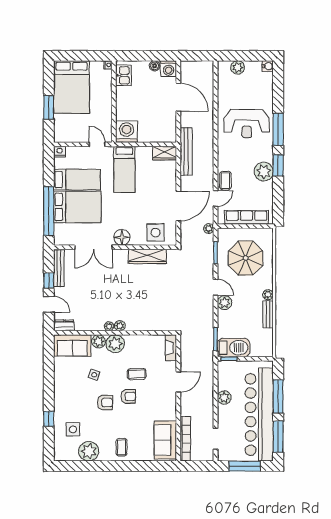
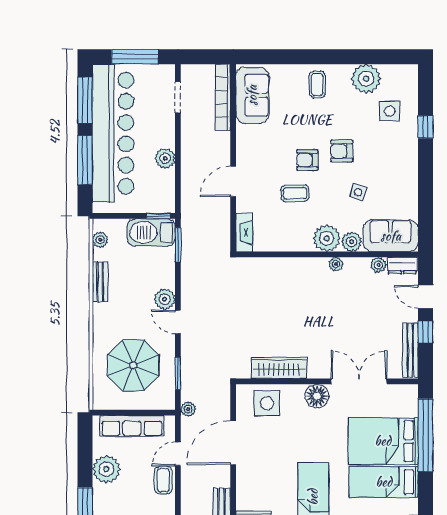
plant: (264, 172) -> (106, 469), moved
plant: (268, 295) -> (100, 240), moved
plant: (120, 326) -> (378, 265), moved

